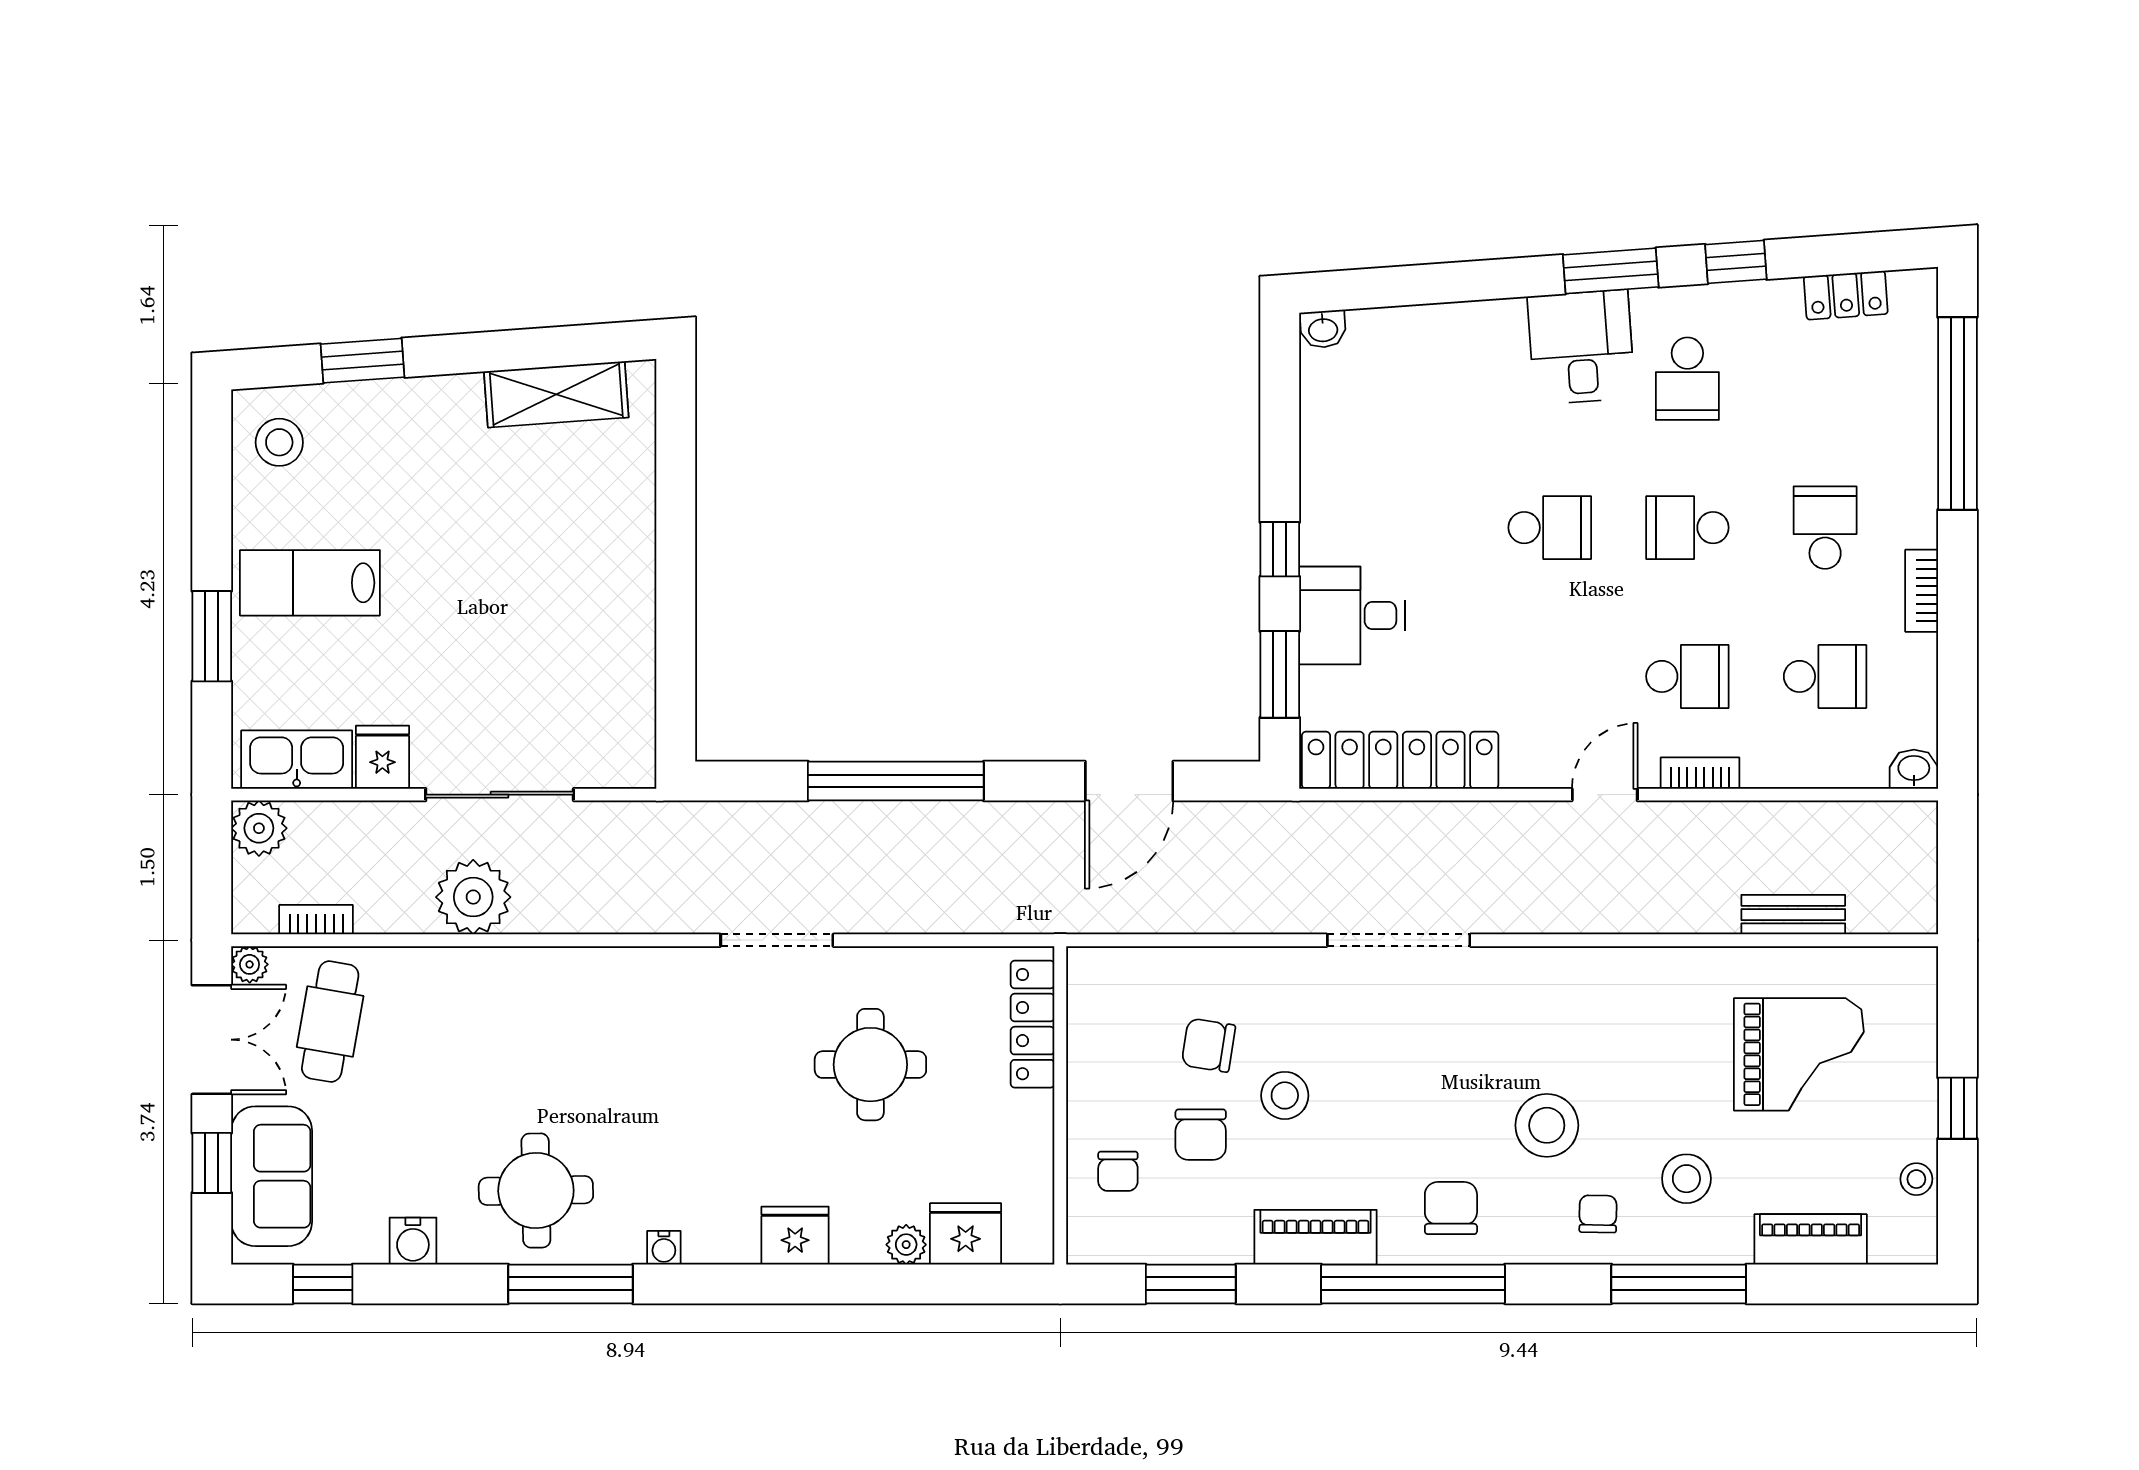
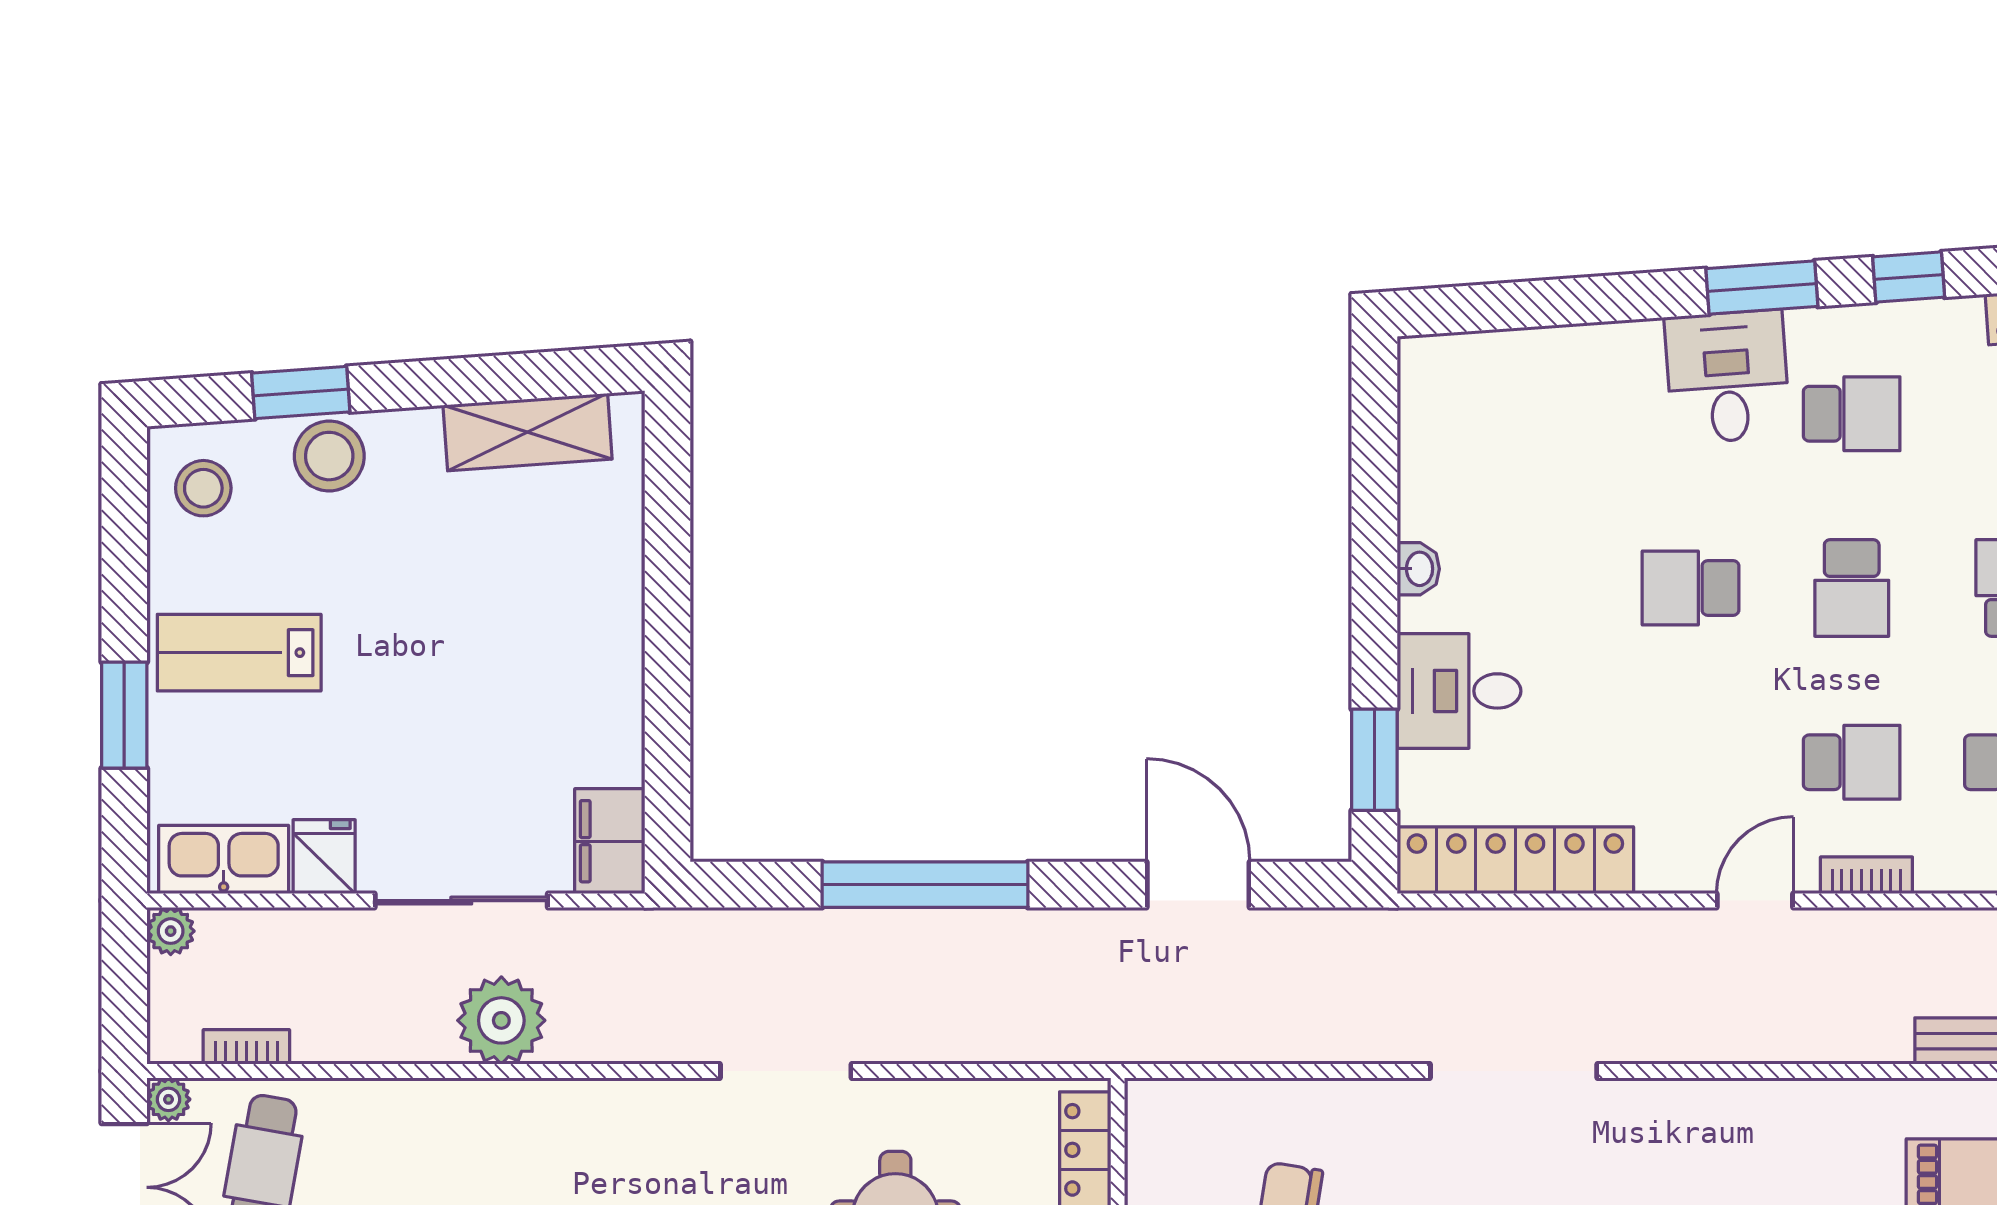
washbasin: (1323, 329) -> (1418, 569), moved, turned -86
school desk: (1687, 379) -> (1852, 414), turned -90
stool: (387, 415) -> (329, 456), added
school desk: (1550, 528) -> (1691, 588), turned 180
school desk: (1687, 528) -> (1852, 588), turned -90
window: (1280, 549) -> (1374, 613), removed
filing cabinet: (626, 744) -> (610, 841), added
door: (1129, 781) -> (1198, 885), swing flipped
plant: (259, 828) -> (171, 931), width x0.73, depth x0.73
plant: (473, 897) -> (501, 1020), moved

